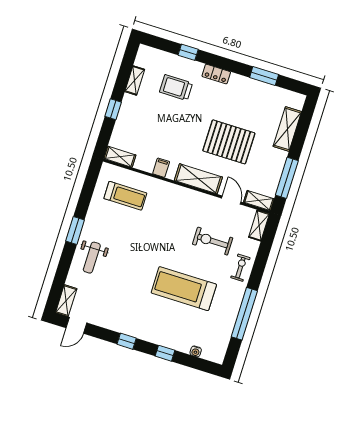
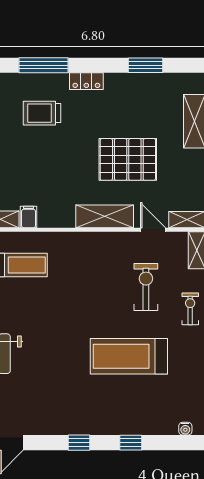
window: (188, 52) -> (44, 65), width x2.17
filing cabinet: (161, 168) -> (28, 217), moved
exercise bike: (213, 241) -> (146, 287), turned 90
water cooler: (196, 351) -> (185, 429), moved

